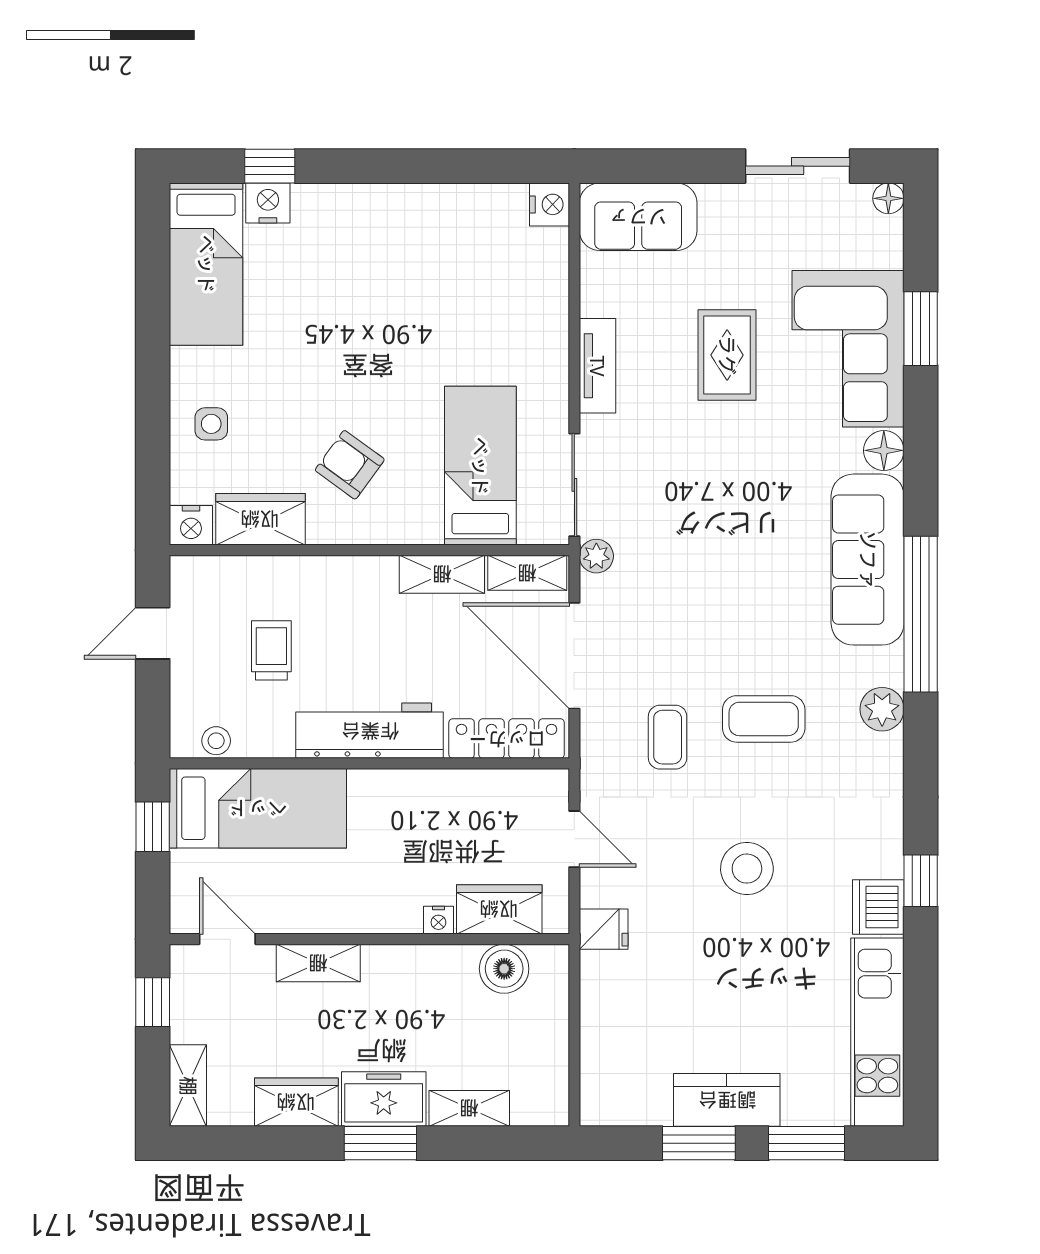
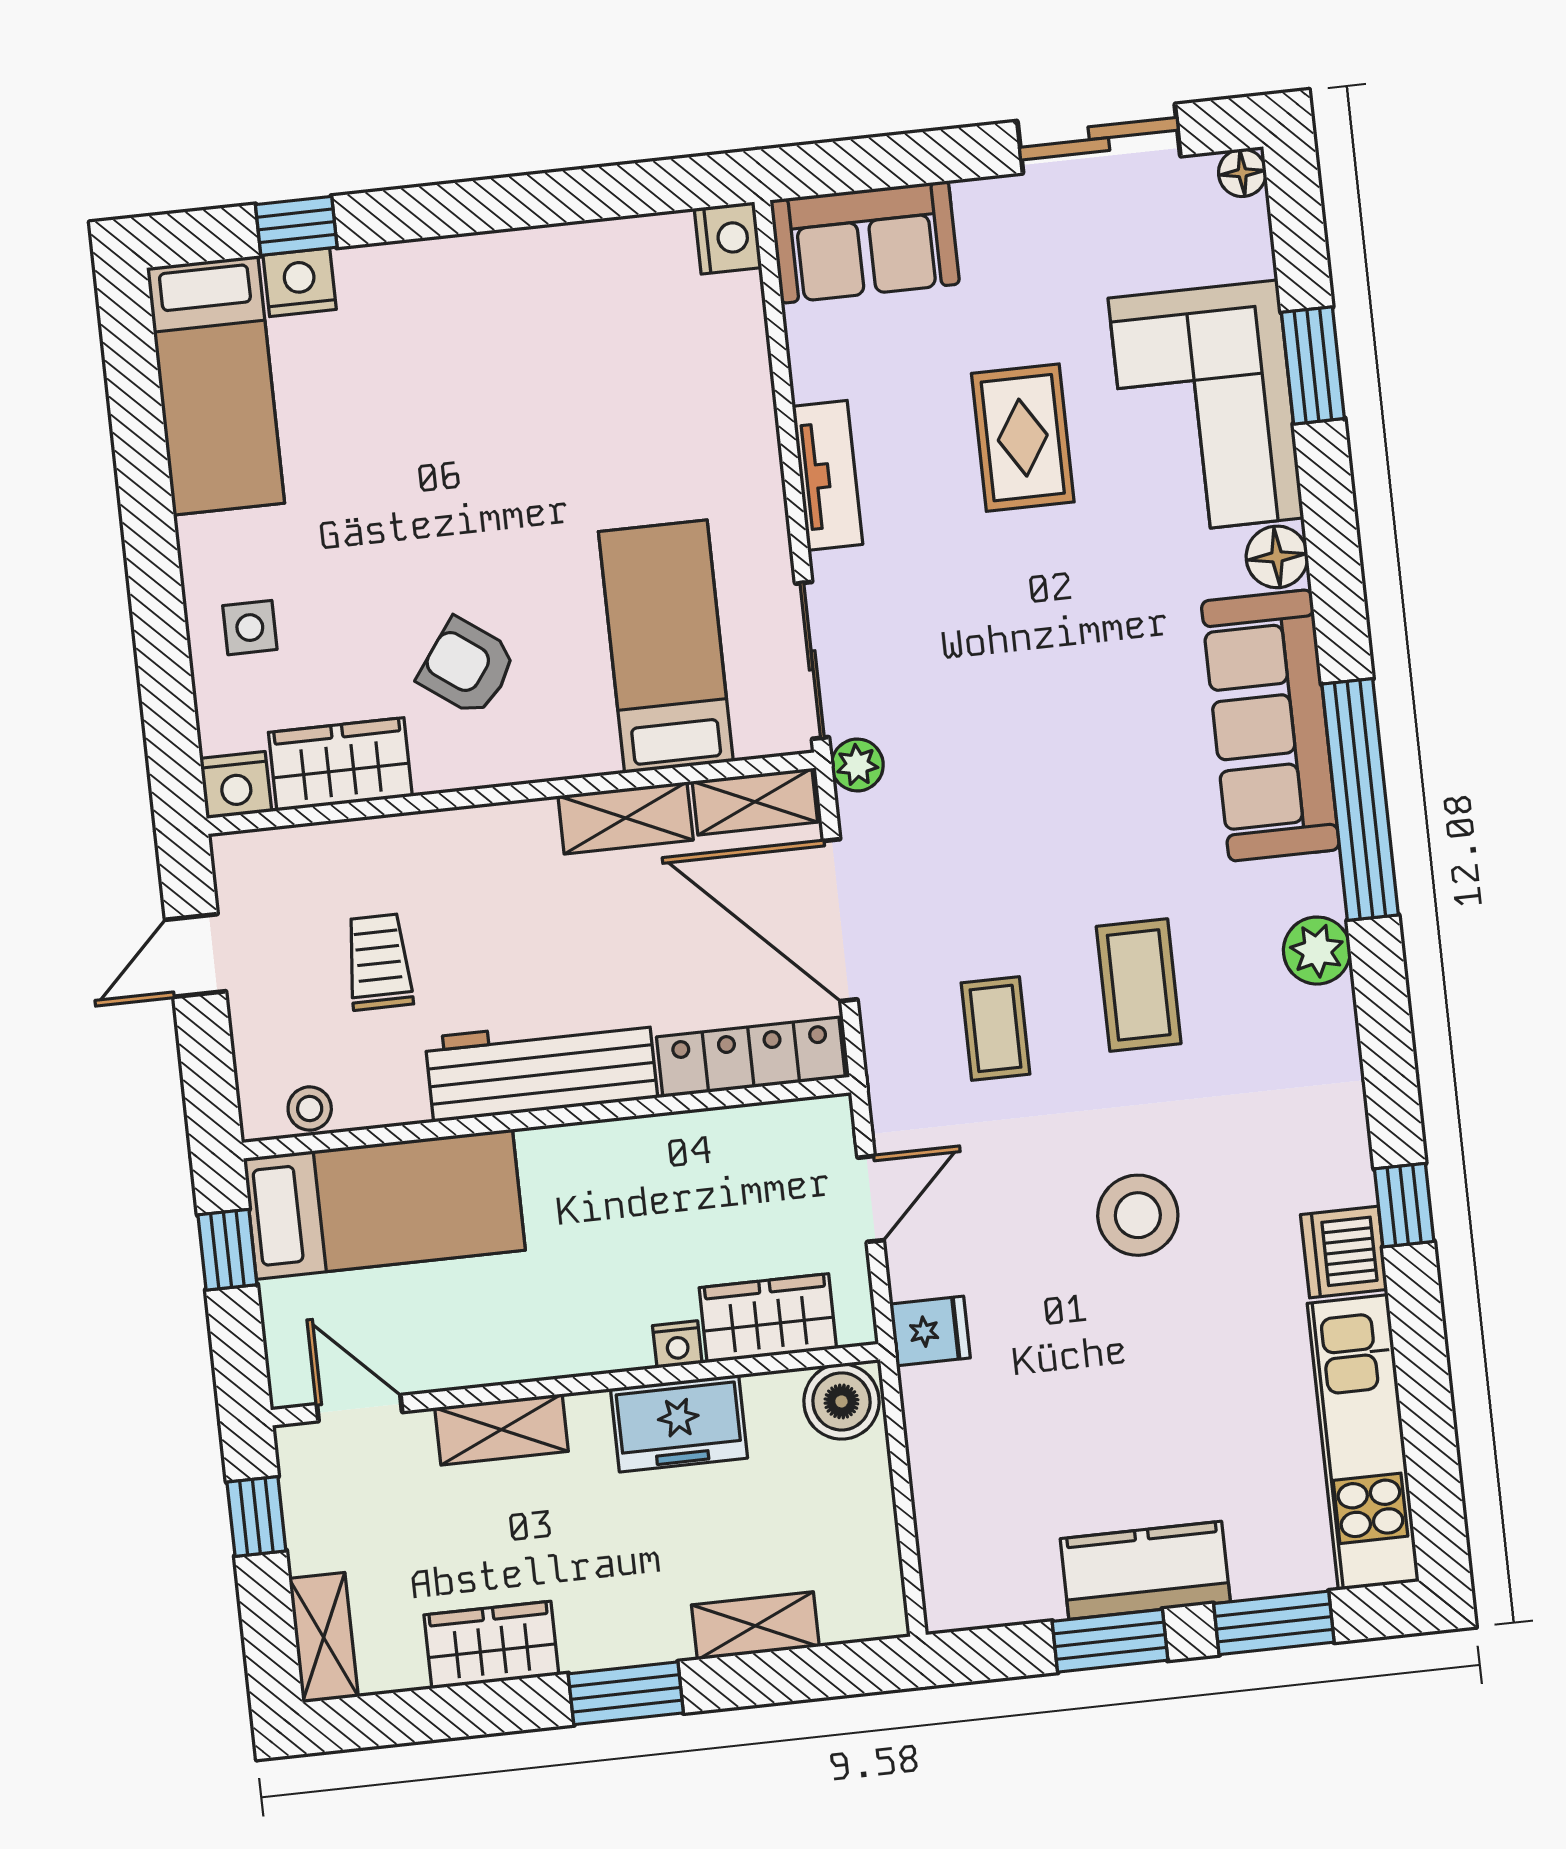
coffee table: (764, 719) -> (1139, 985), turned 90
door: (574, 839) -> (871, 1199), hinge flipped
boiler: (504, 969) -> (841, 1401), moved
freezer: (384, 1099) -> (679, 1423), moved, turned 180

